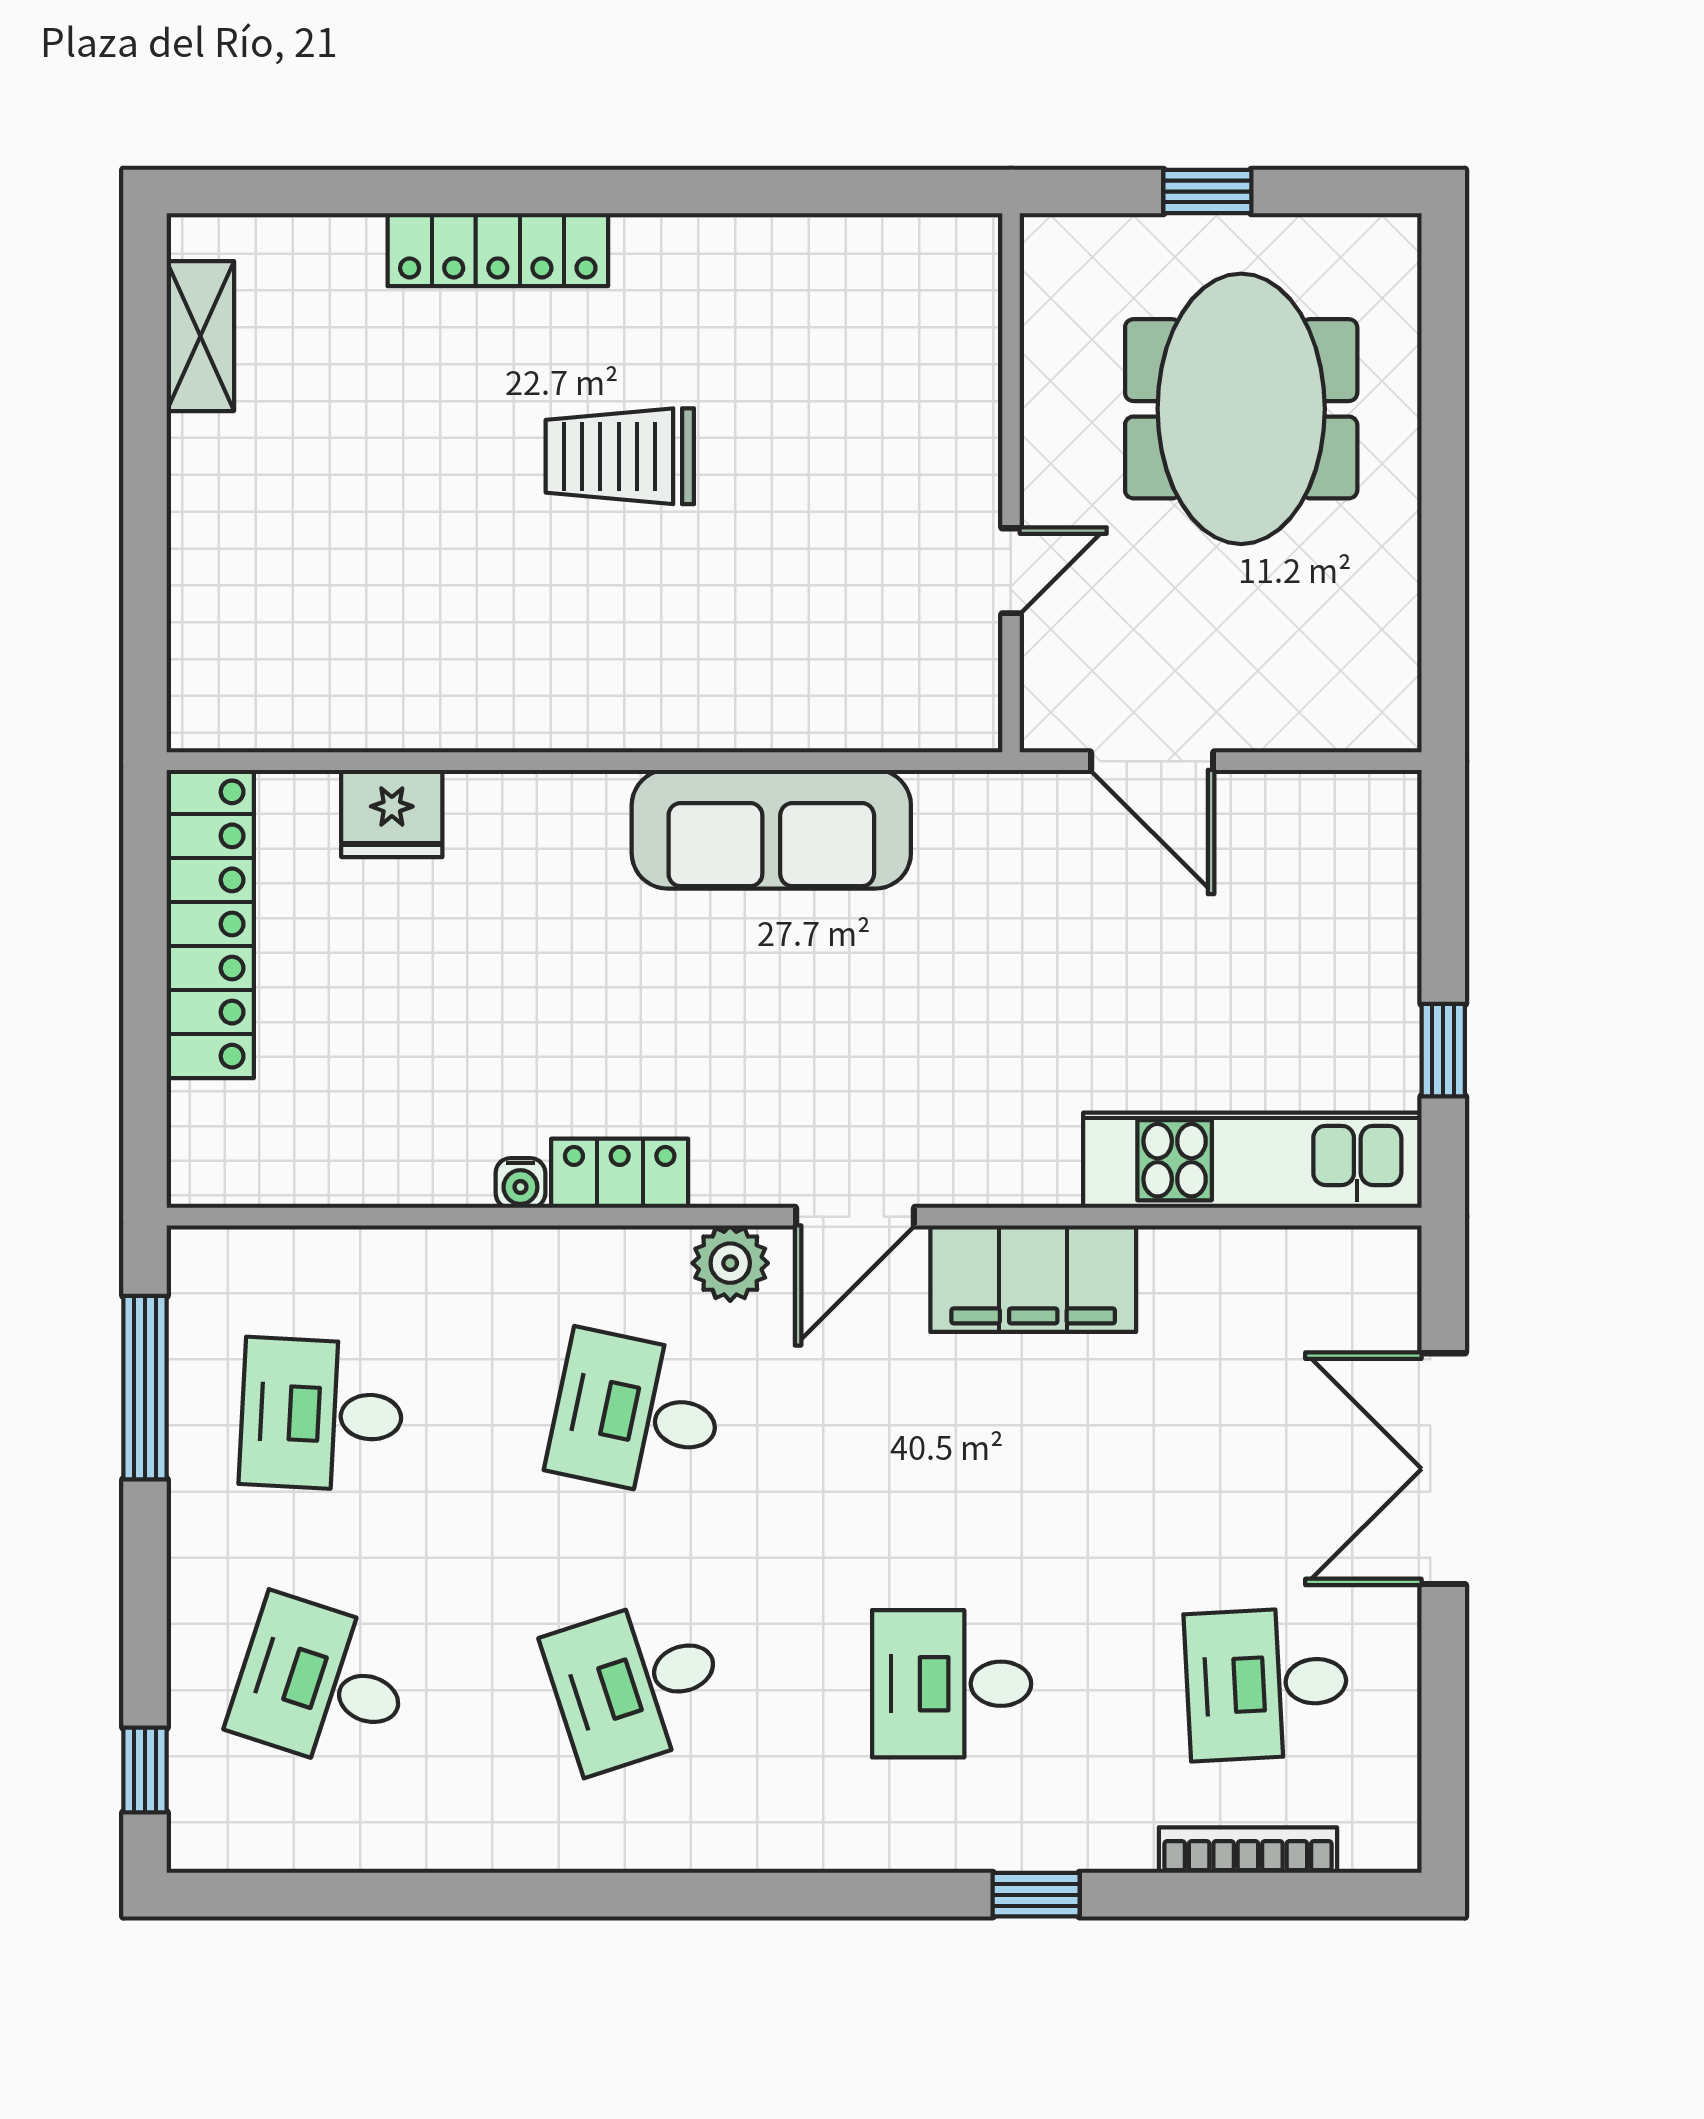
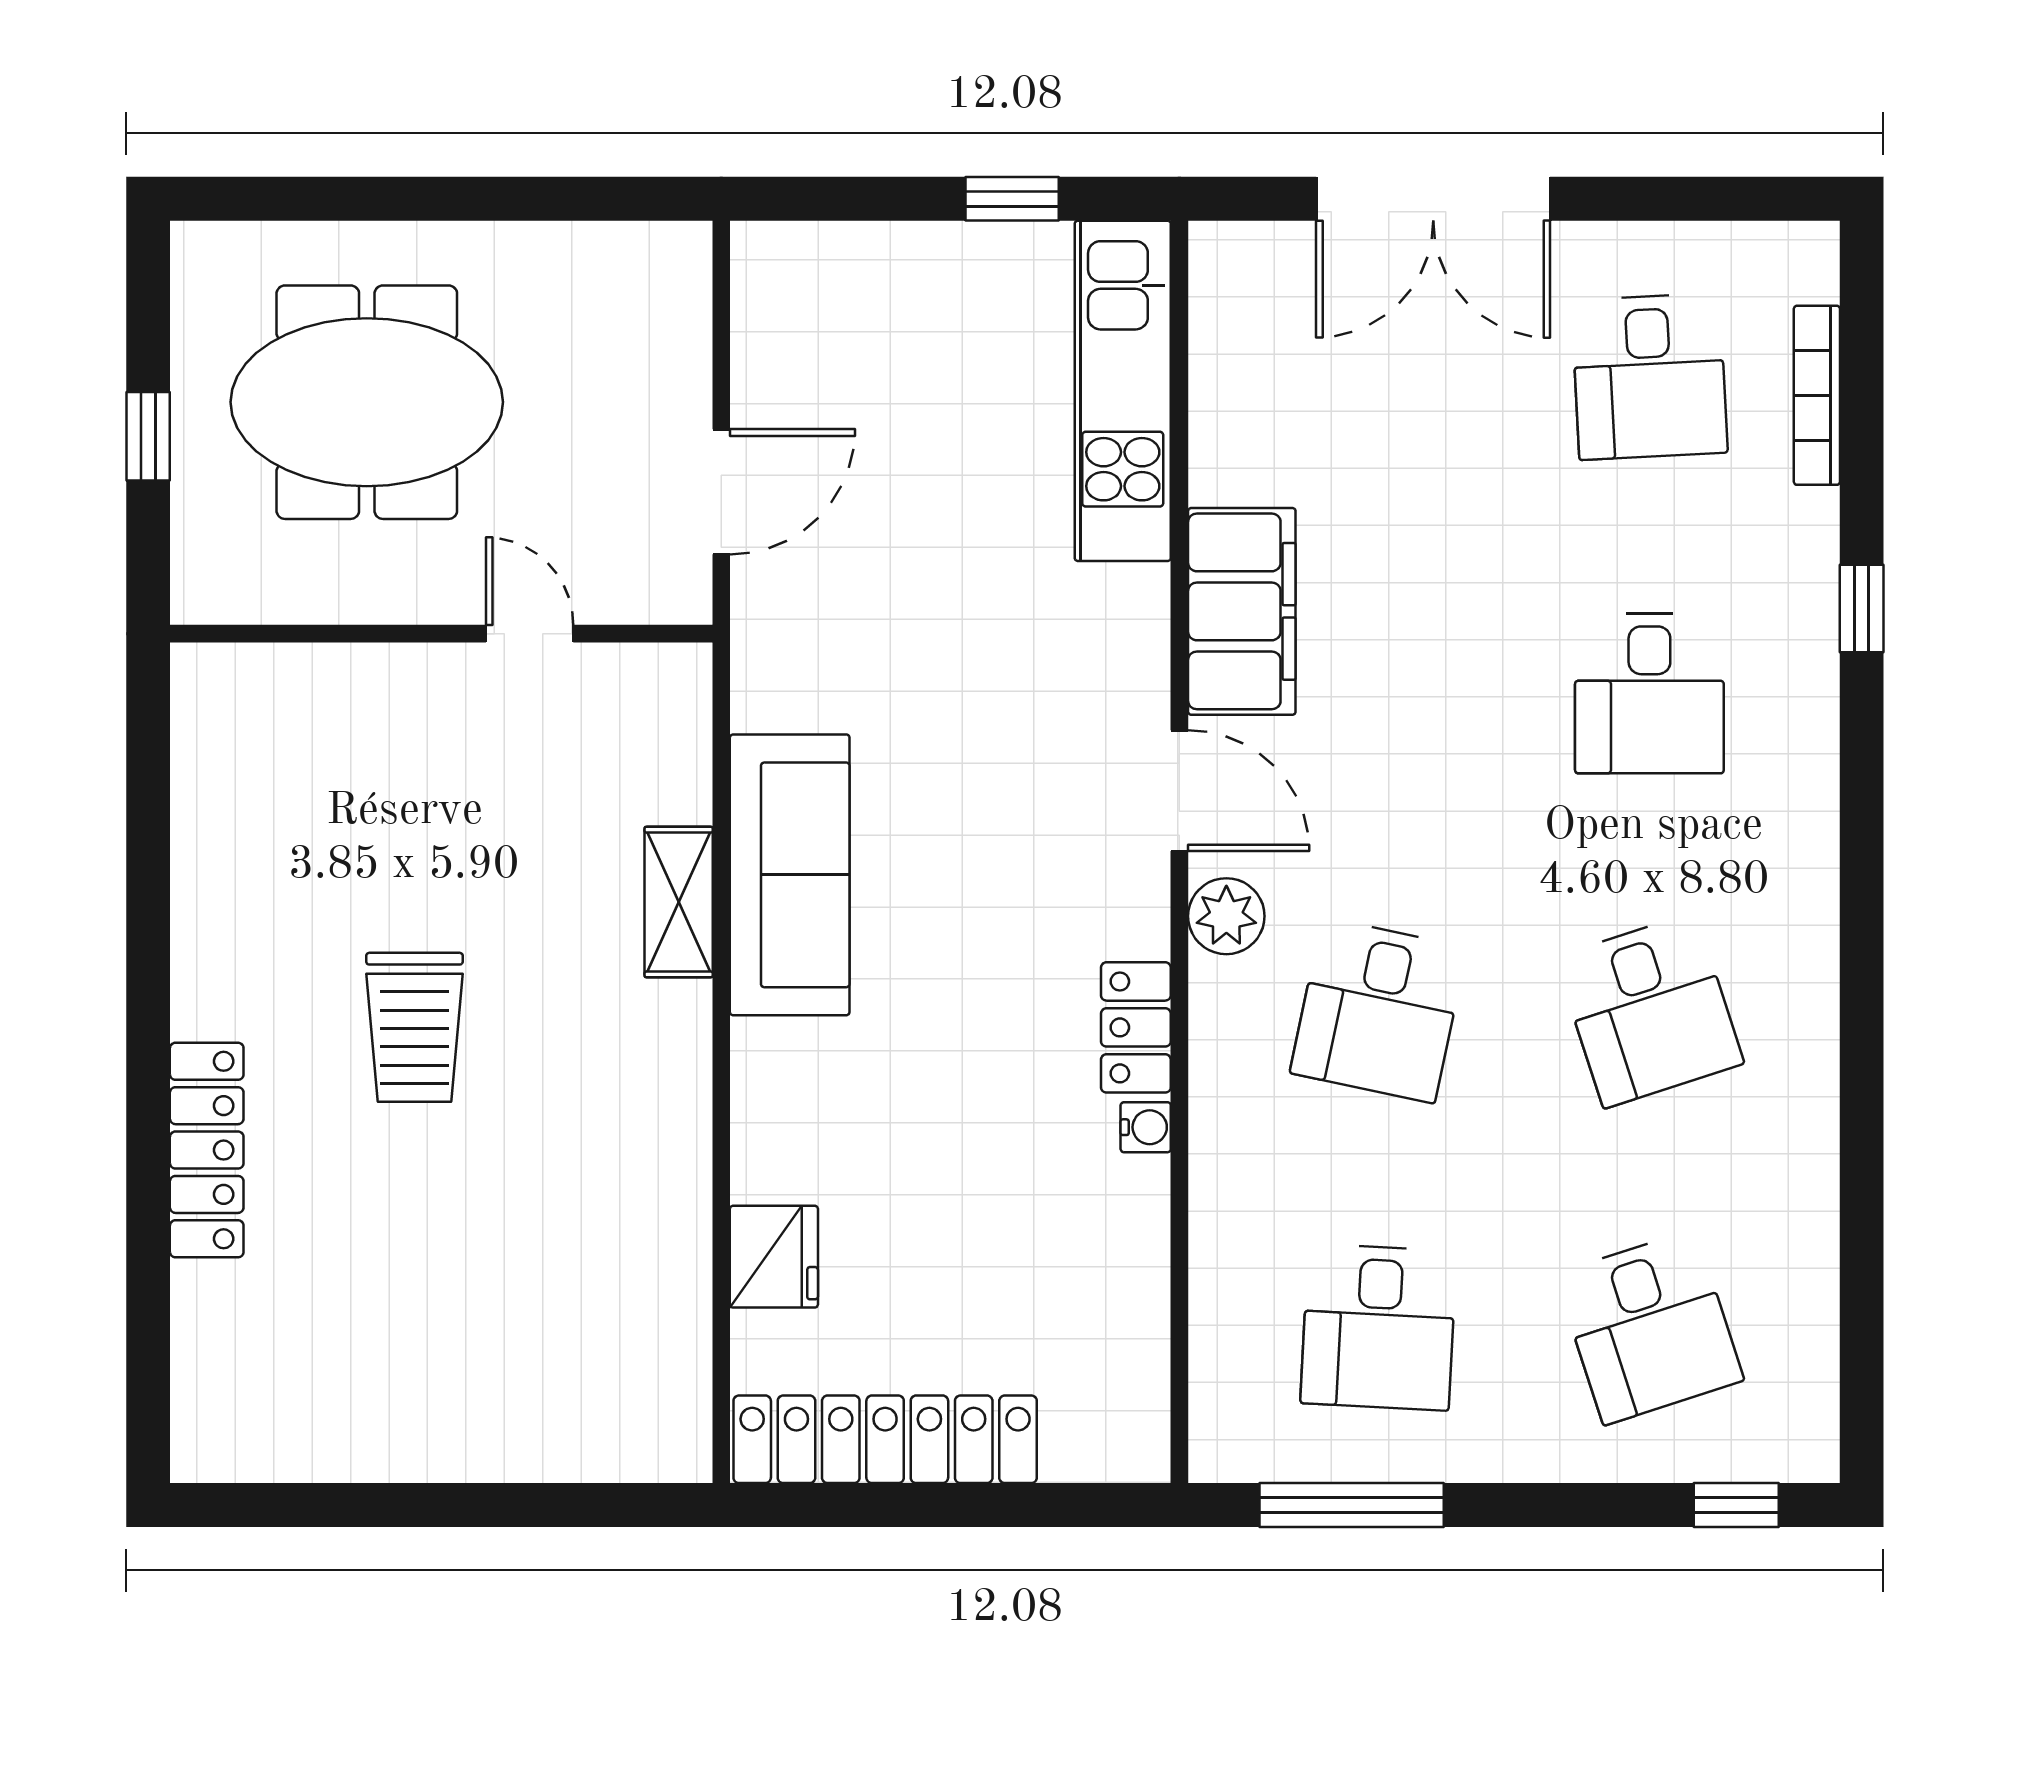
shelving: (200, 336) -> (679, 902), moved, turned 90
desk: (322, 1684) -> (1649, 1327), turned -36

